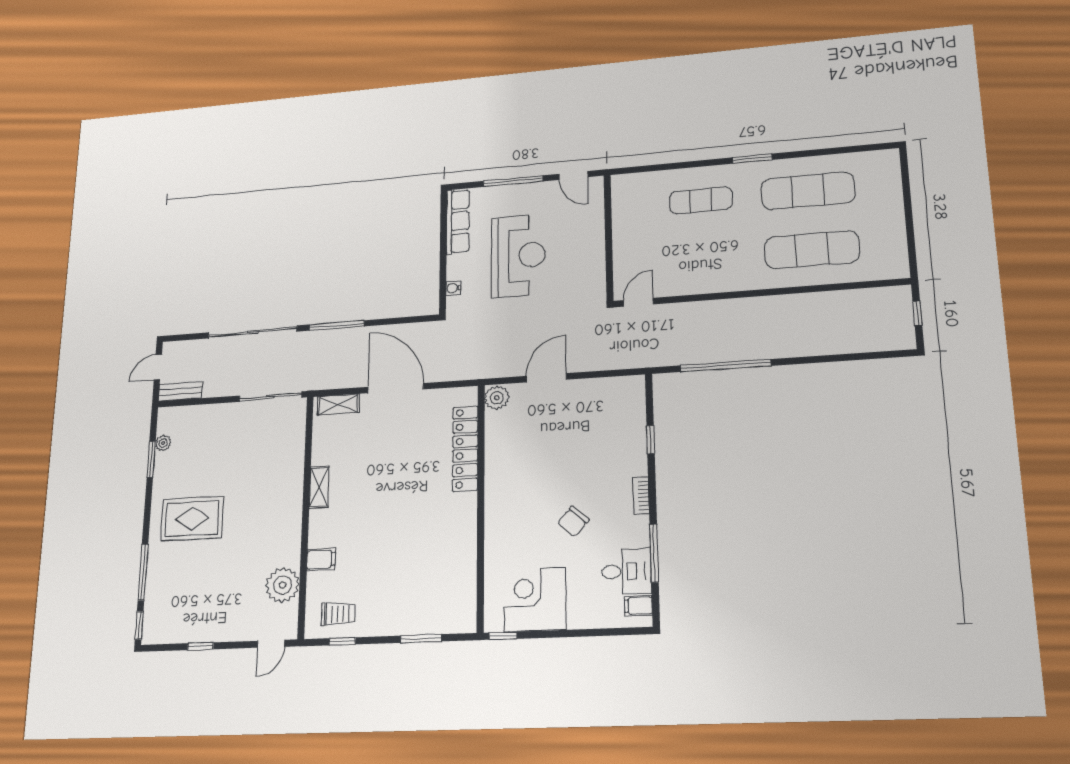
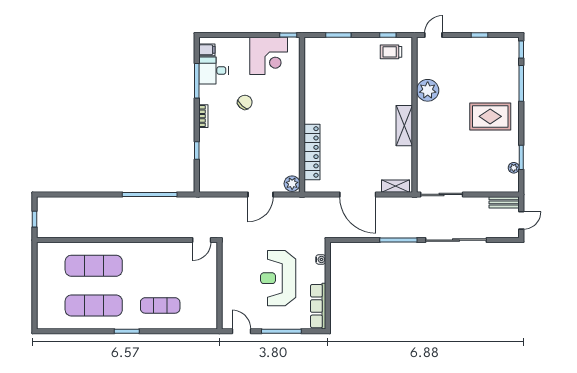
shelving: (319, 487) -> (404, 126), width x1.50, depth x1.33
filing cabinet: (321, 559) -> (403, 86), removed
plant: (283, 585) -> (428, 90), moved

